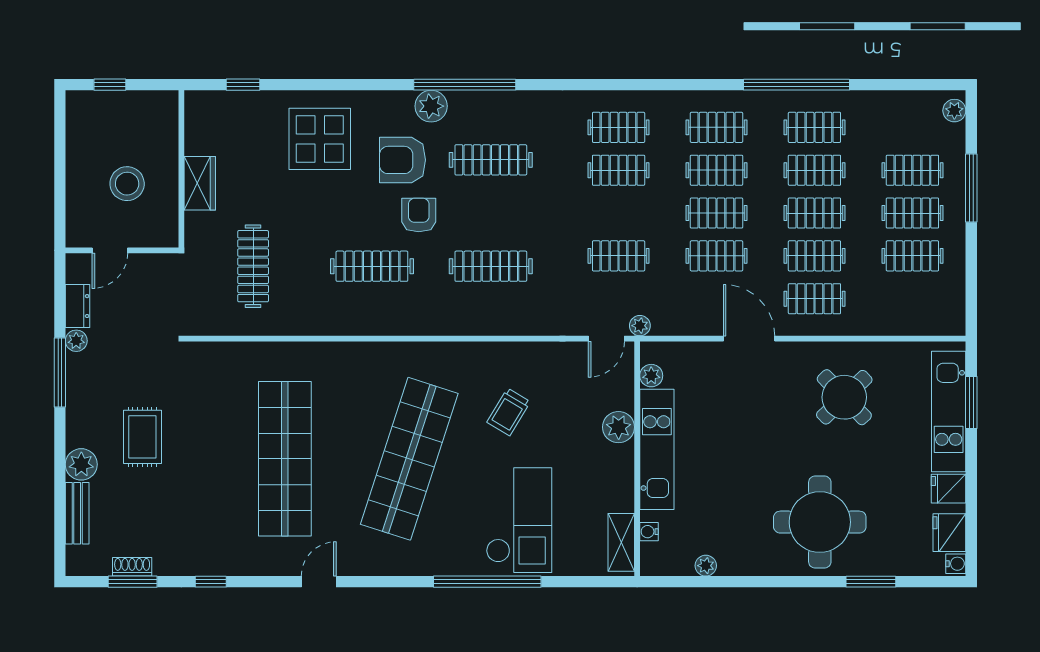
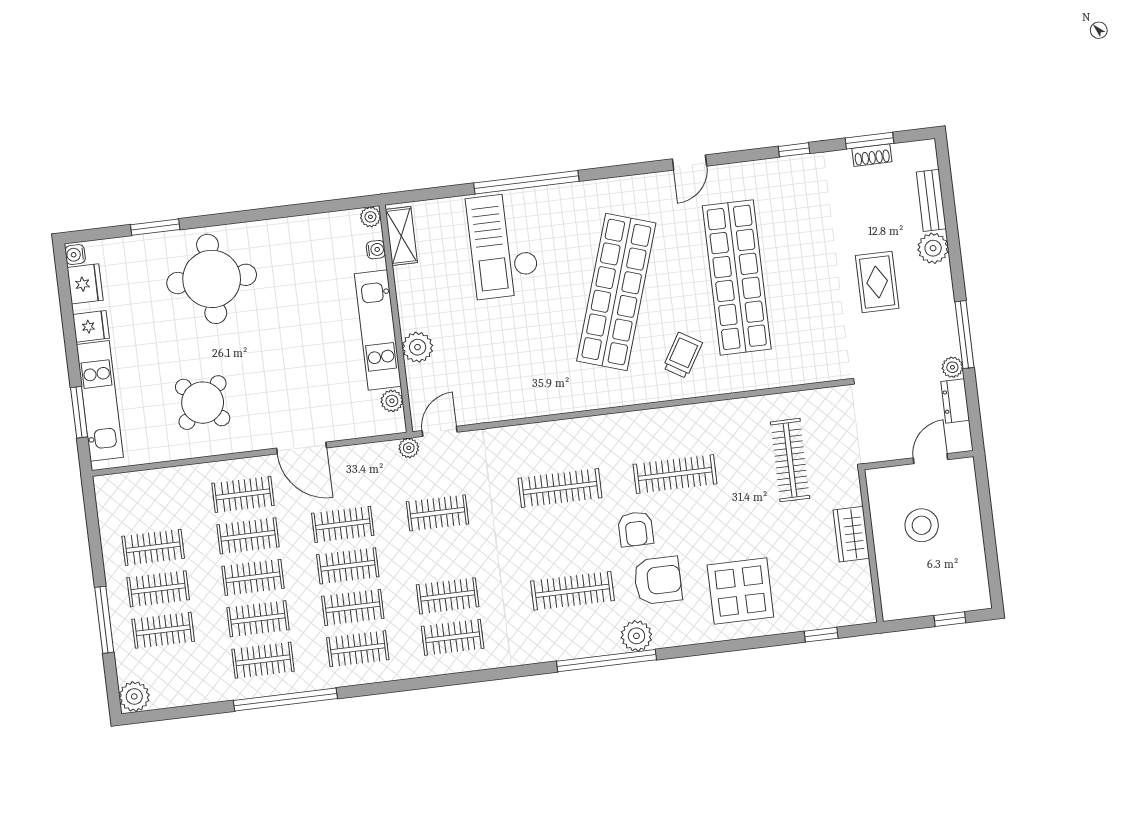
plant: (954, 111) -> (134, 696), width x1.38, depth x1.38
trolley: (509, 412) -> (683, 355), moved
plant: (706, 566) -> (370, 217), moved

